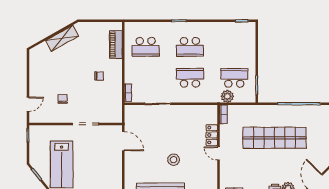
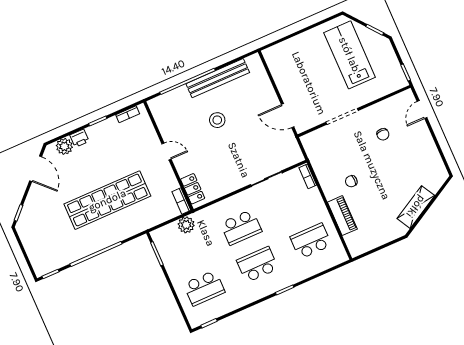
piano: (116, 45) -> (342, 216), moved
school desk: (234, 78) -> (204, 288), moved
locker: (212, 135) -> (193, 189), moved

